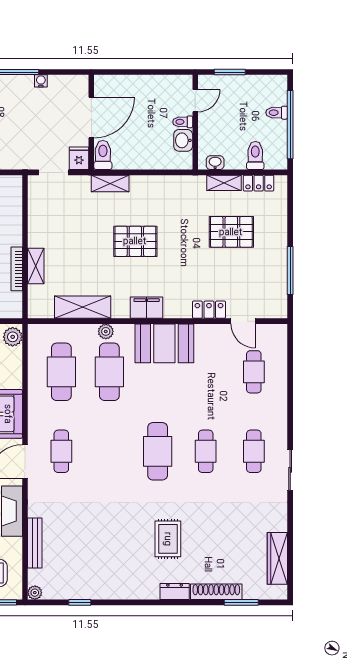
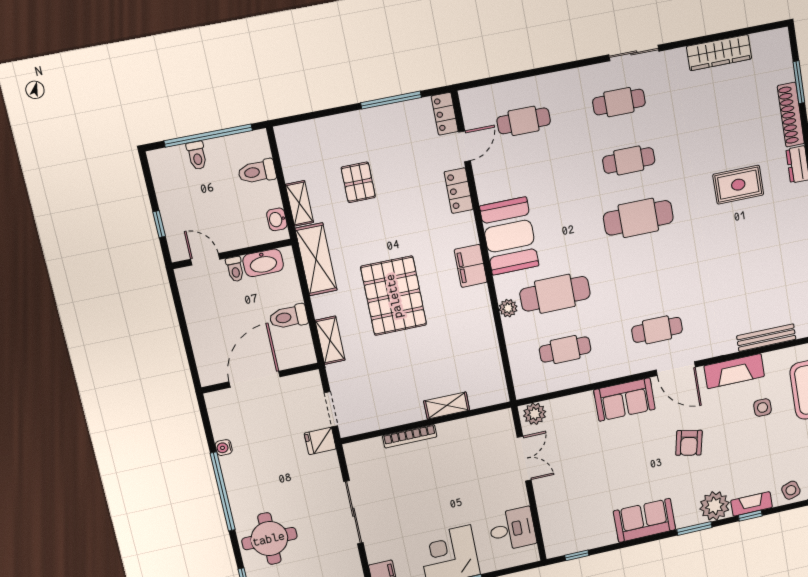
window: (230, 72) -> (159, 224), width x0.67
door: (91, 117) -> (255, 379), hinge flipped
washbasin: (183, 140) -> (263, 263), width x1.38
toilet: (103, 155) -> (289, 317), moved
fridge: (79, 158) -> (320, 441), moved
locker: (259, 183) -> (445, 114), moved, turned 180
pallet: (231, 232) -> (358, 182), width x0.67, depth x0.71
pallet: (135, 241) -> (394, 296), width x1.37, depth x1.41
bookcase: (17, 269) -> (410, 436), moved
shelving: (83, 307) -> (316, 259), moved
cafe table: (61, 372) -> (565, 350), width x0.73, depth x0.74
wardrobe: (277, 558) -> (719, 53), moved

